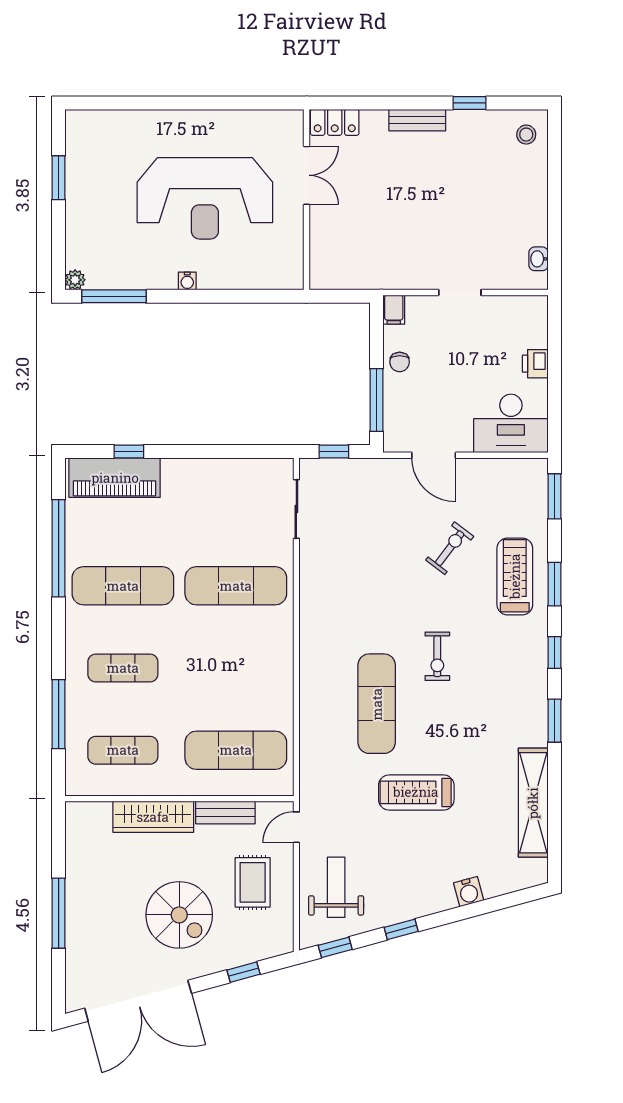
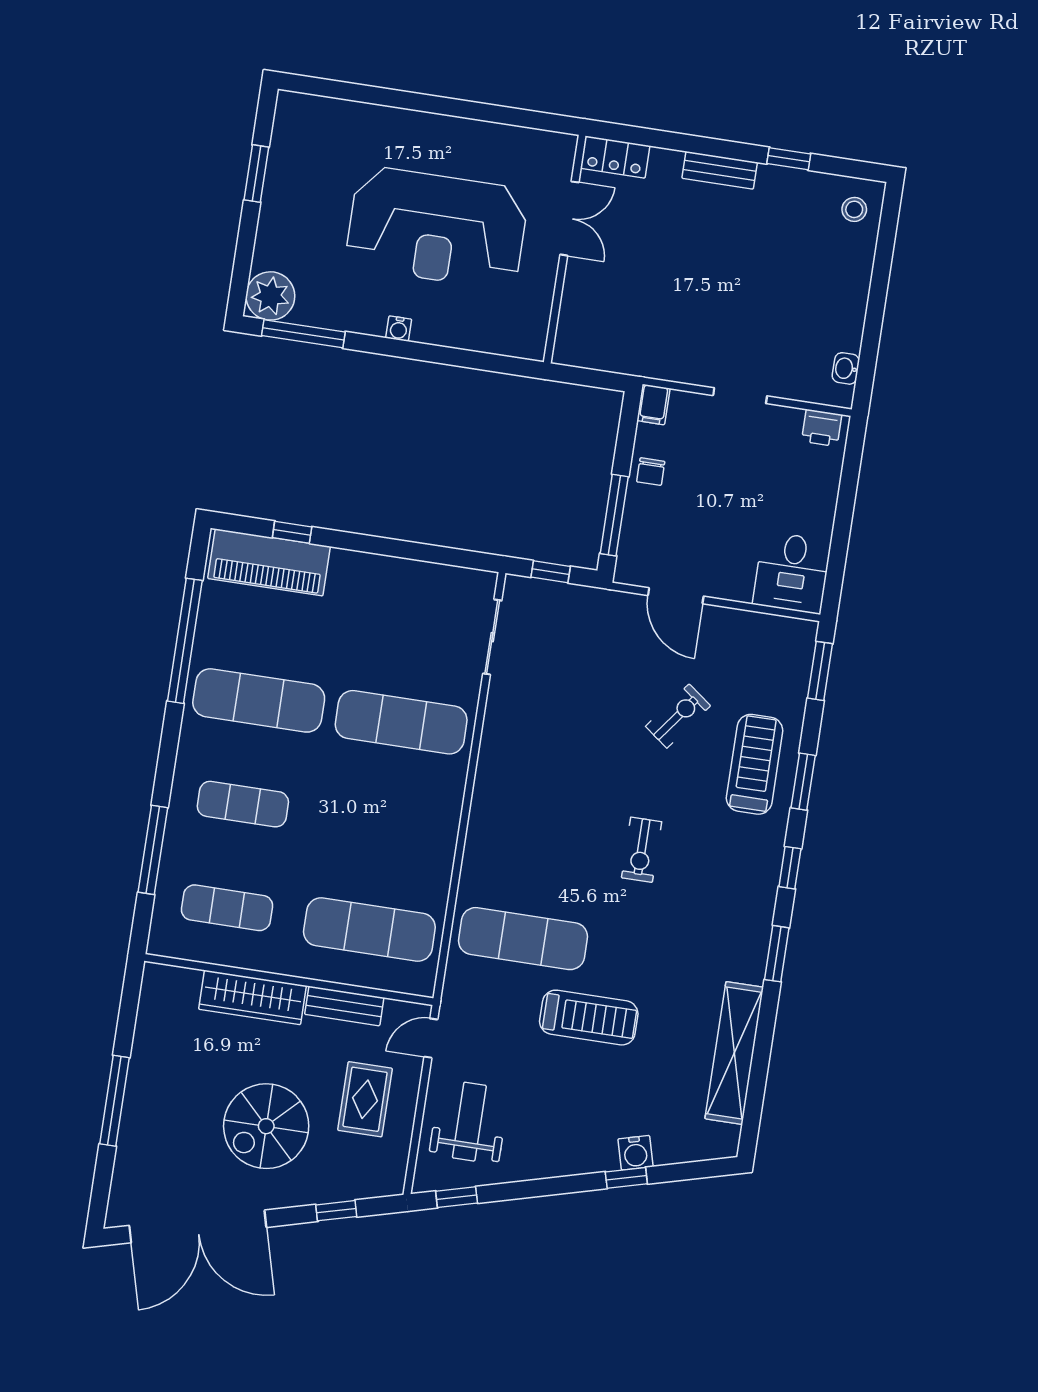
plant: (75, 280) -> (270, 296), width x1.88, depth x1.88
printer: (535, 364) -> (822, 428), moved, turned -90
desk: (511, 423) -> (792, 573), width x0.73
exercise mat: (377, 704) -> (523, 939), moved, turned 90
treadmill: (416, 792) -> (589, 1018), turned 180
spiral stairs: (179, 915) -> (266, 1126), turned 90
window: (401, 929) -> (626, 1178), moved

